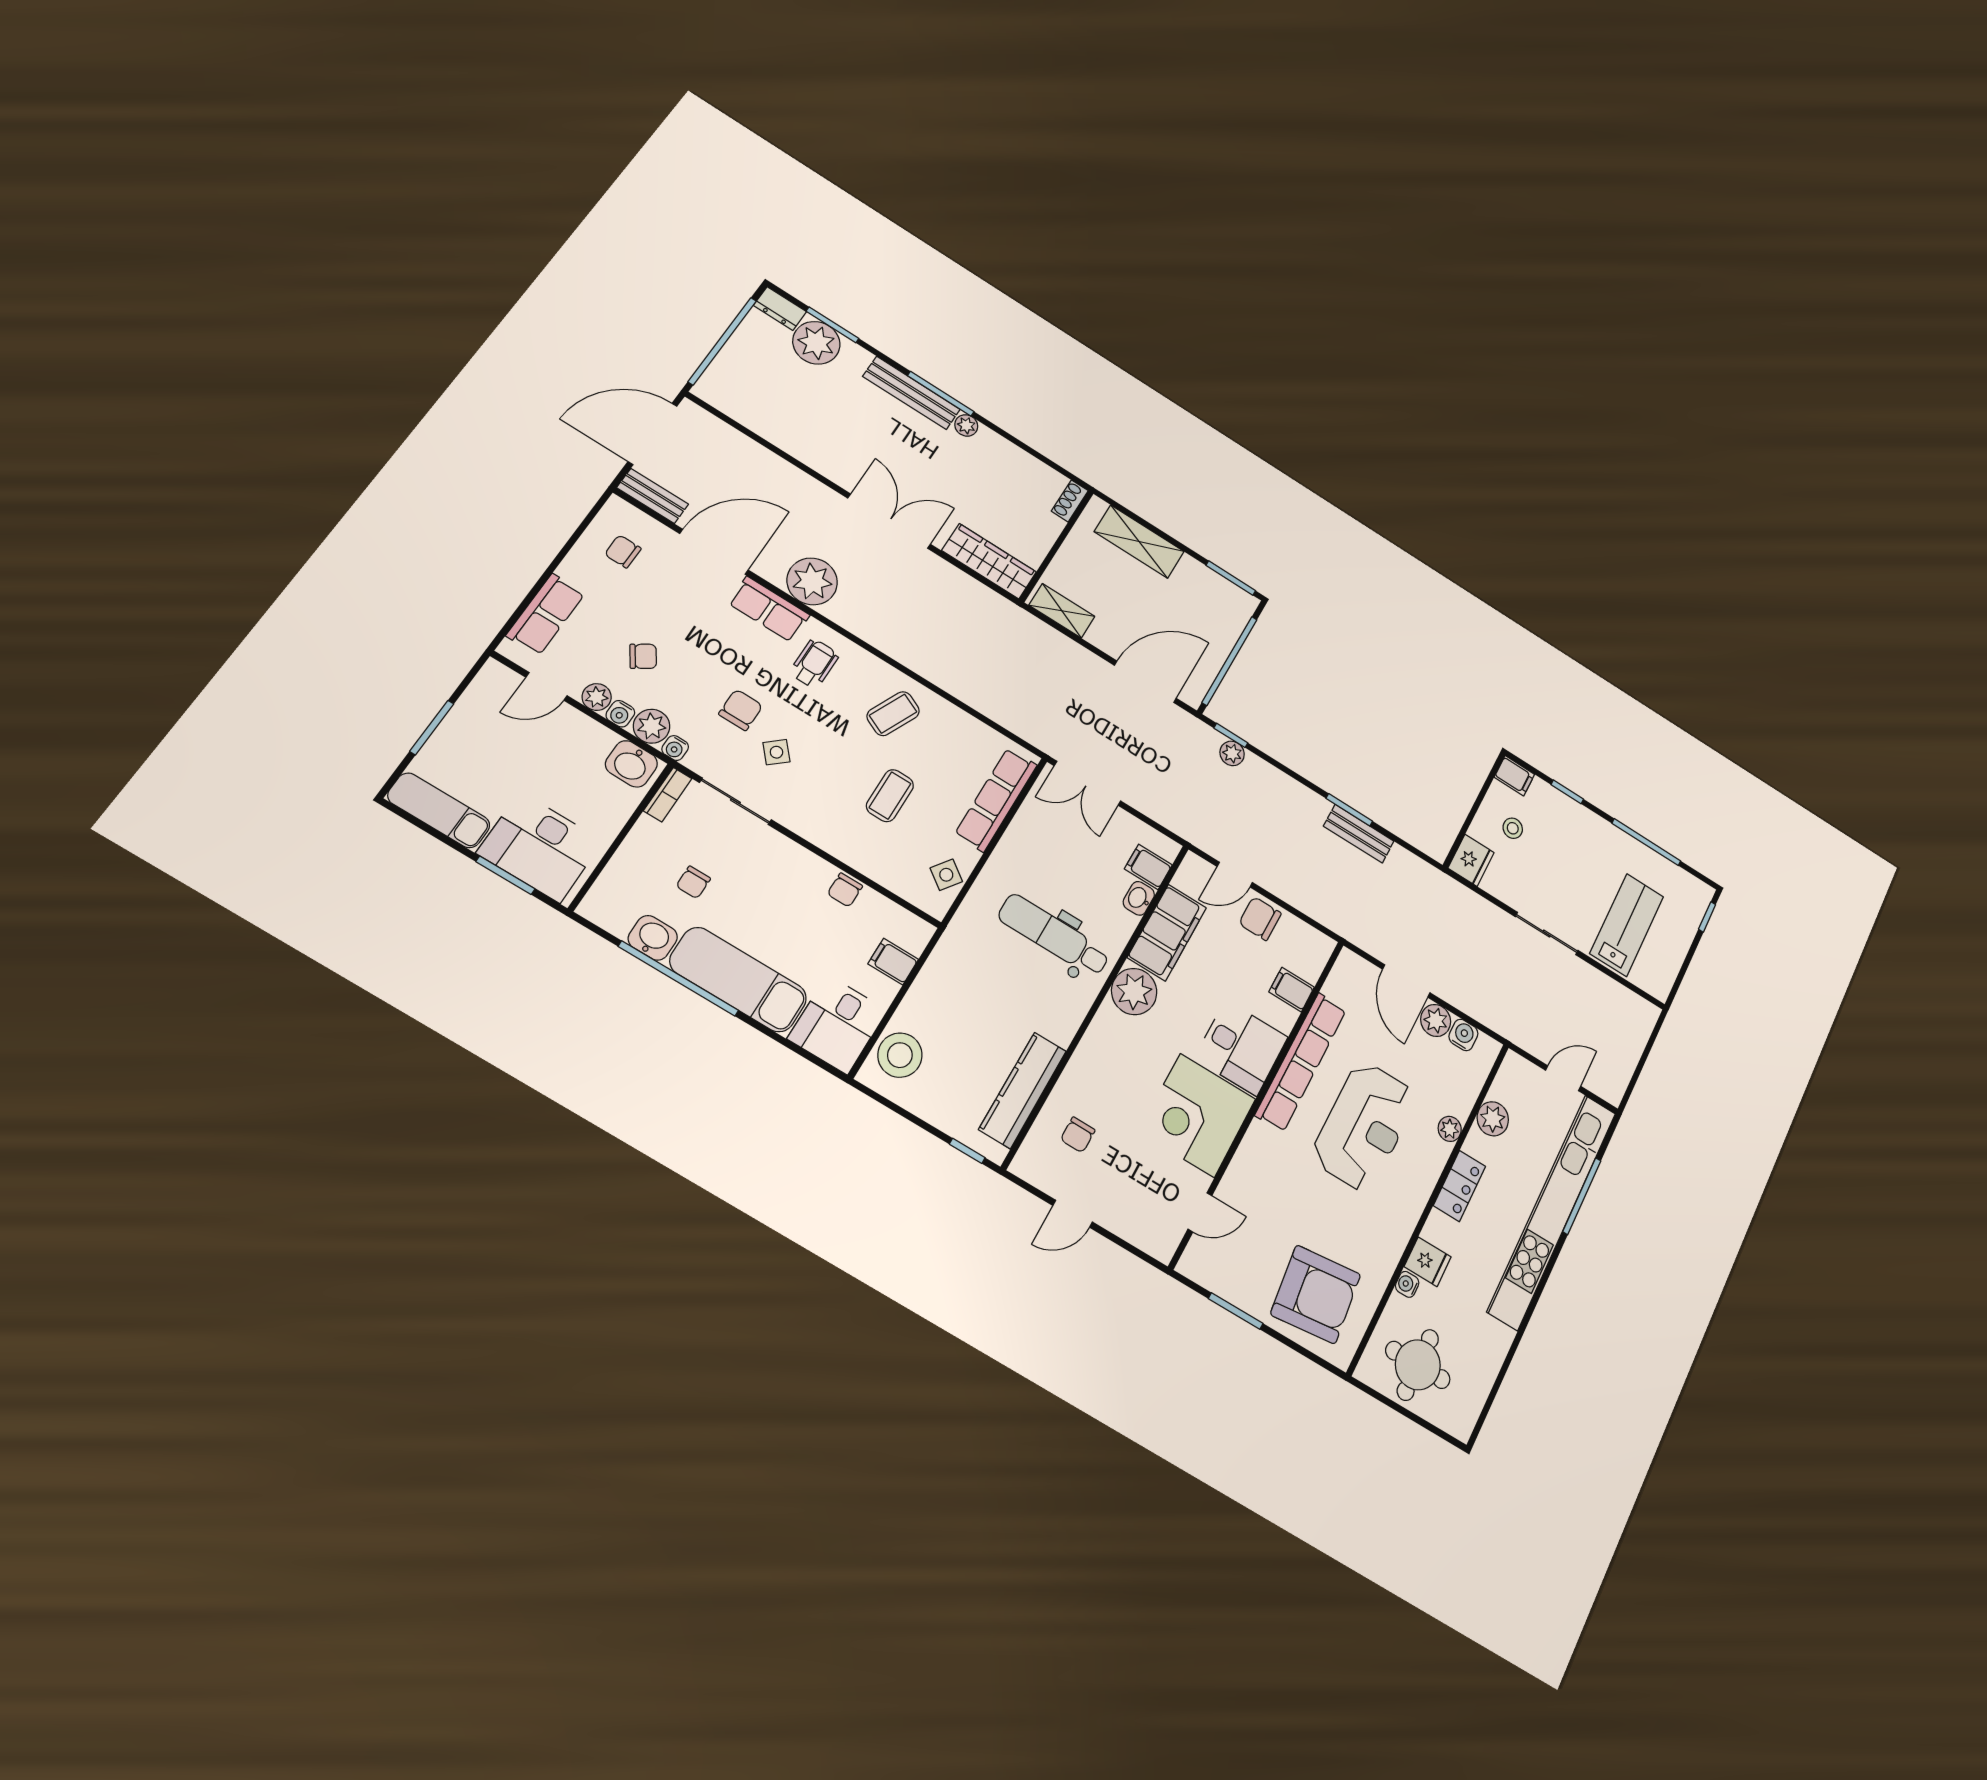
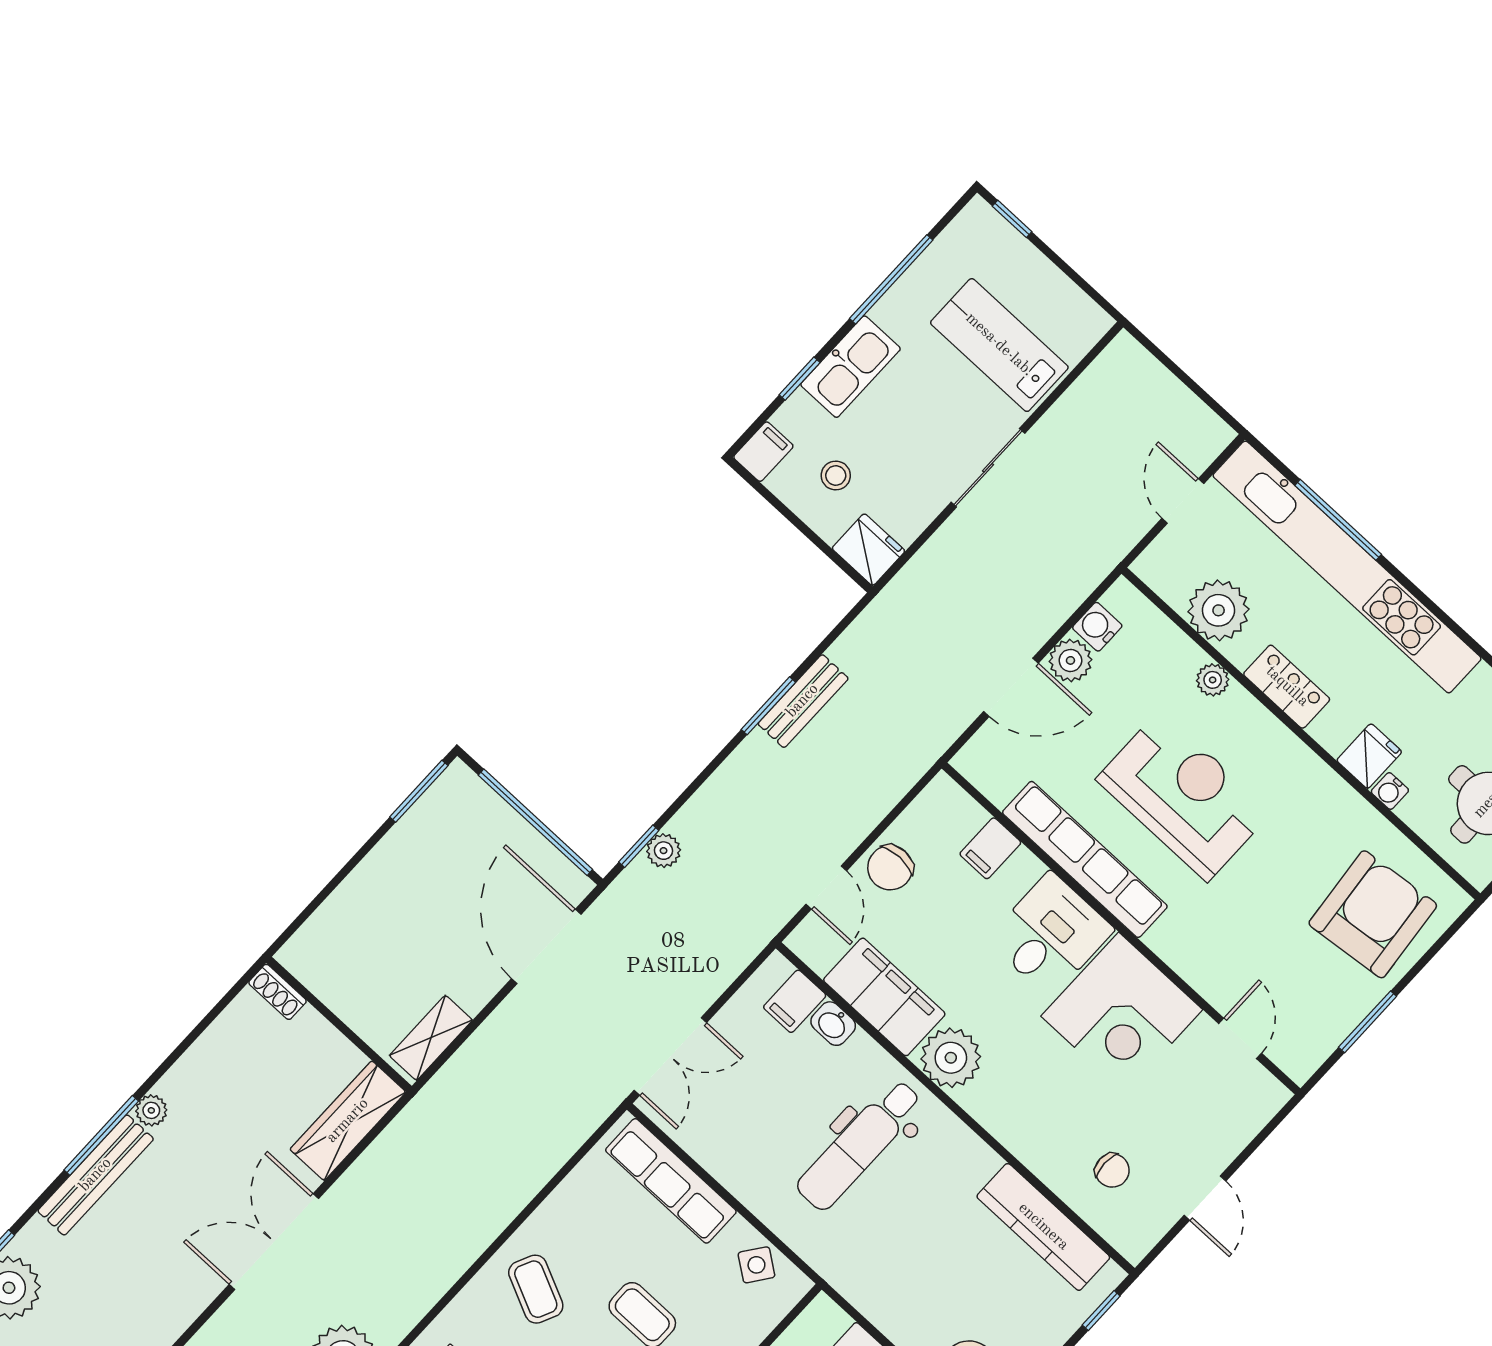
shelving: (1139, 542) -> (349, 909), removed
kitchen sink: (1584, 825) -> (851, 367), added
plant: (1493, 1119) -> (1219, 610), width x1.36, depth x1.36

